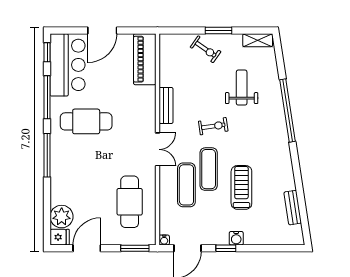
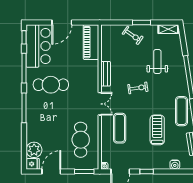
exercise mat: (209, 169) -> (181, 111), moved
water cooler: (236, 238) -> (175, 165), moved

